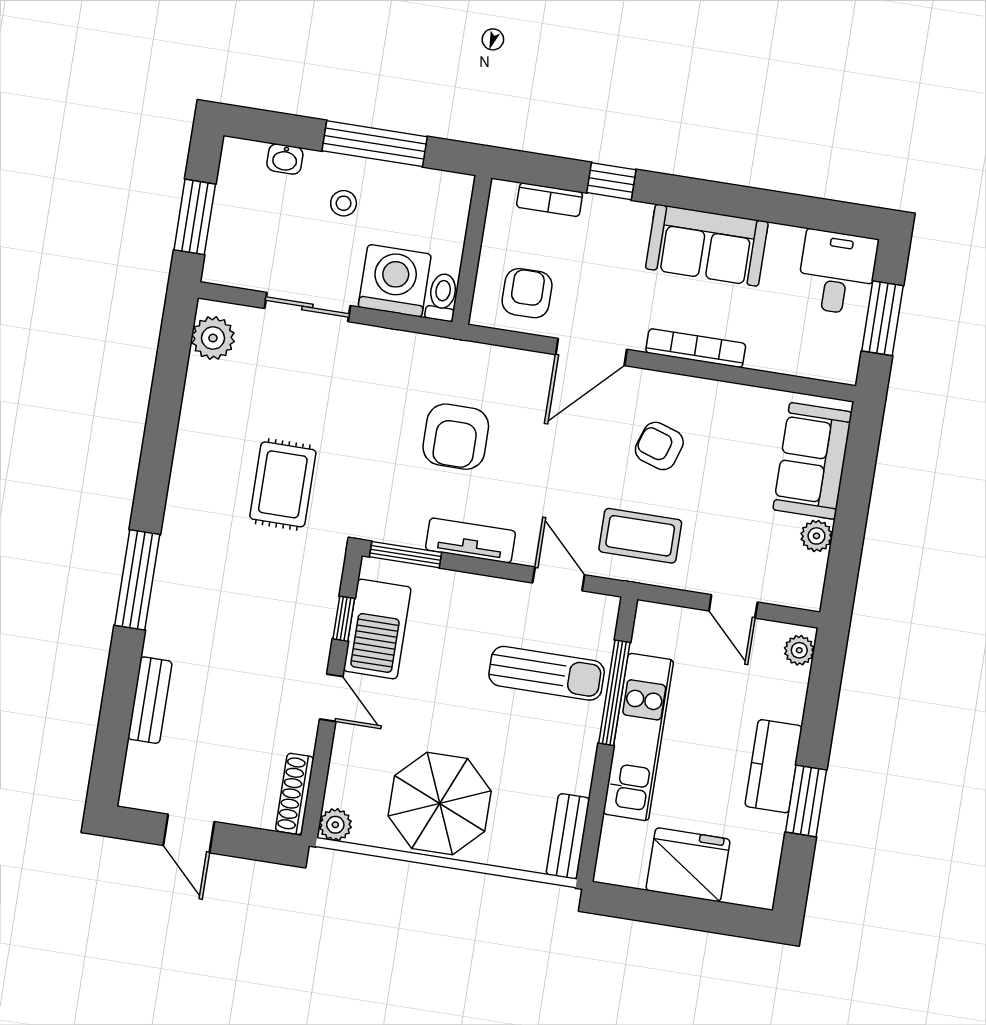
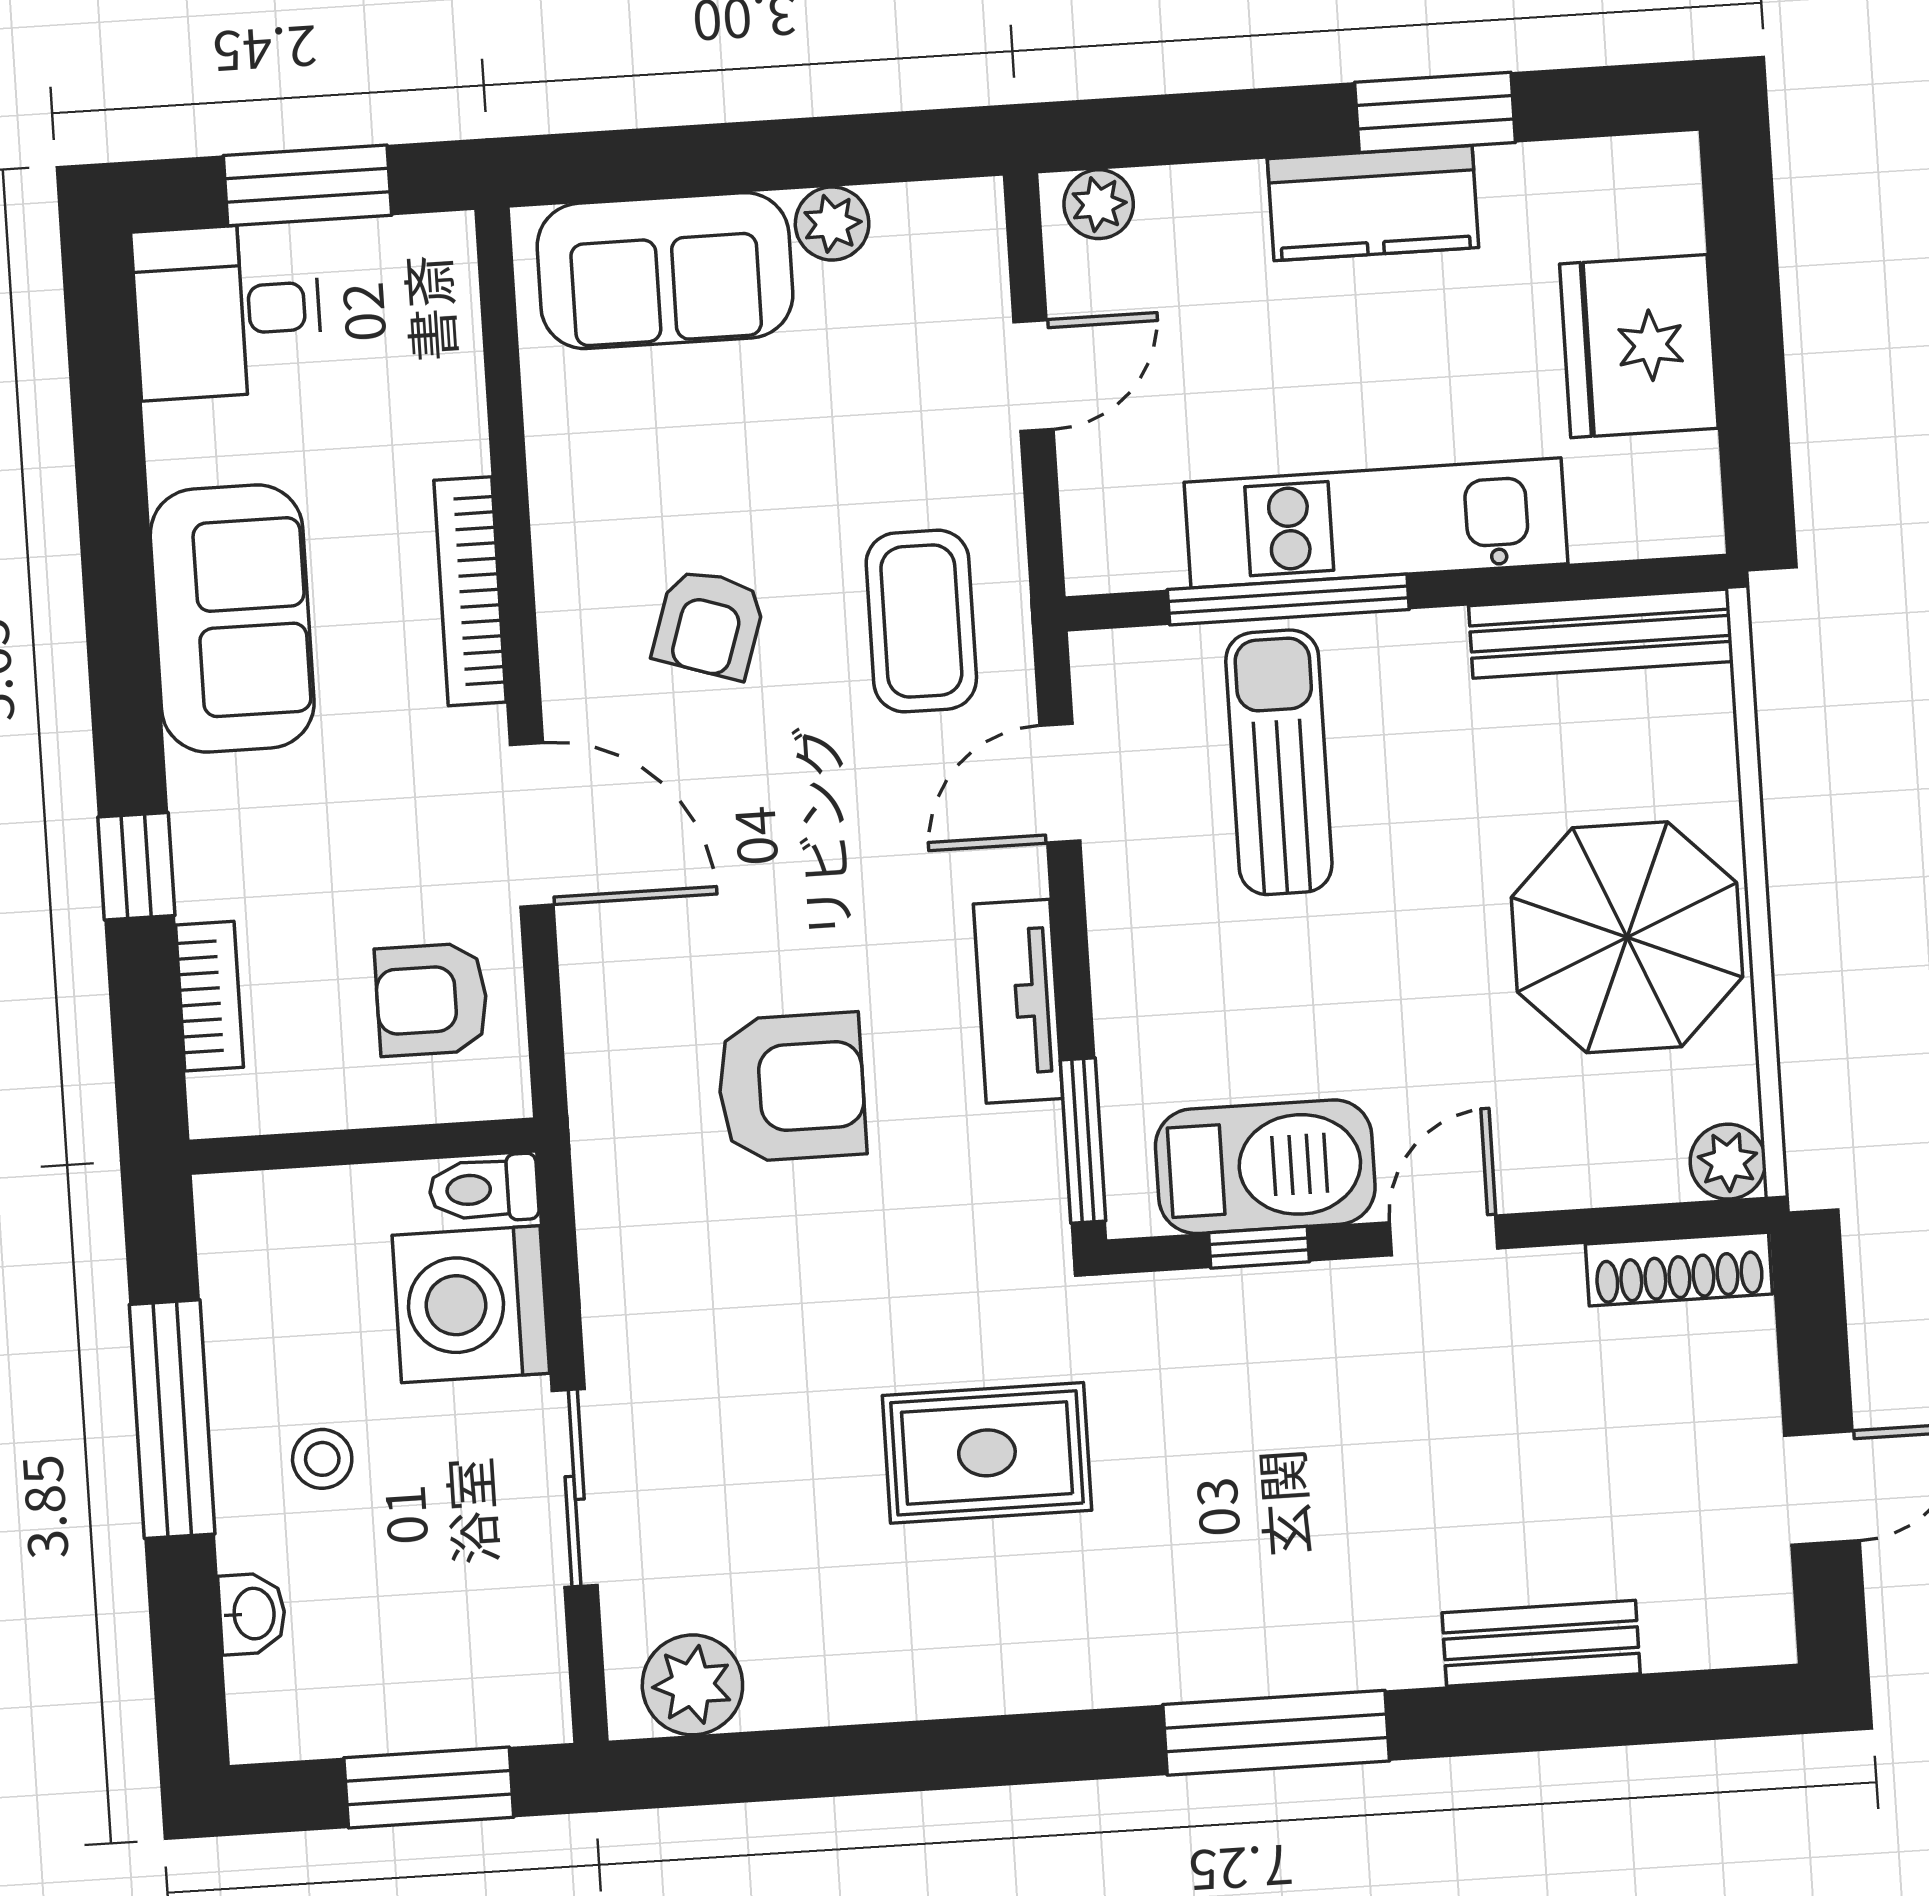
bench: (568, 836) -> (1601, 634), width x1.36

